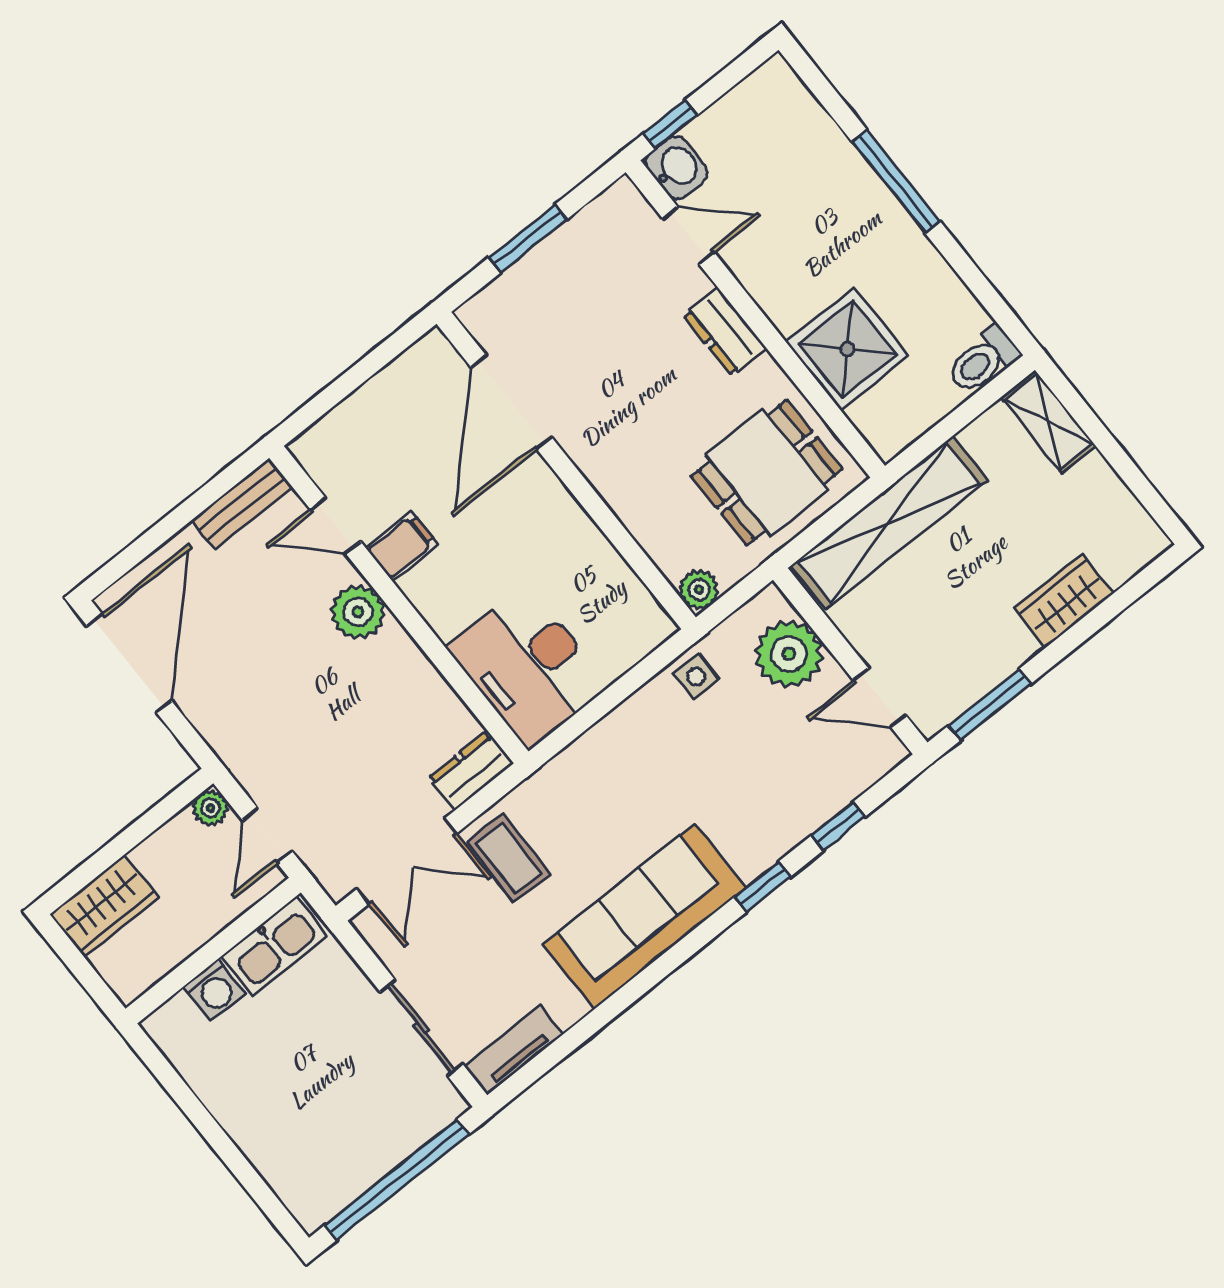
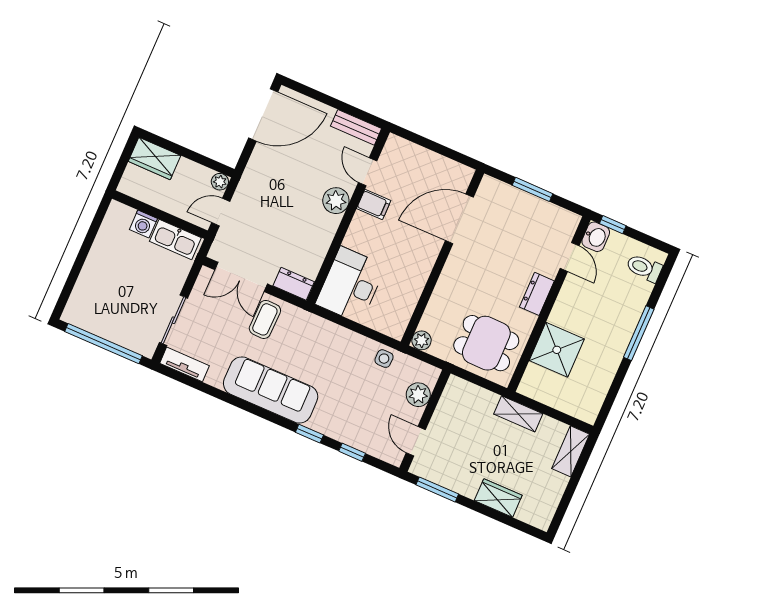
toilet: (983, 360) -> (644, 268), moved
shelving: (889, 523) -> (518, 414), width x0.45, depth x0.75
plant: (789, 654) -> (418, 395), width x0.73, depth x0.73

